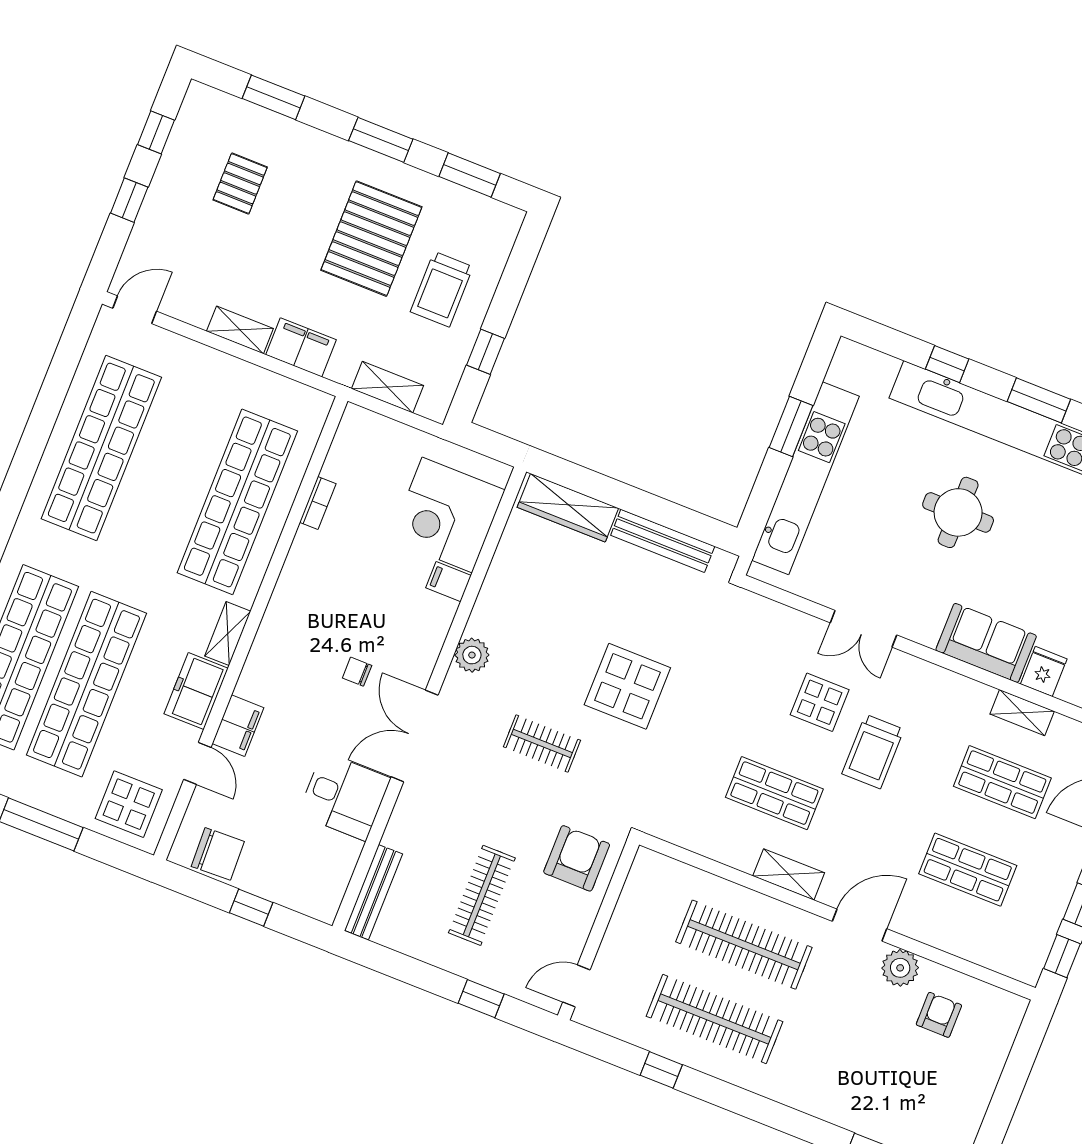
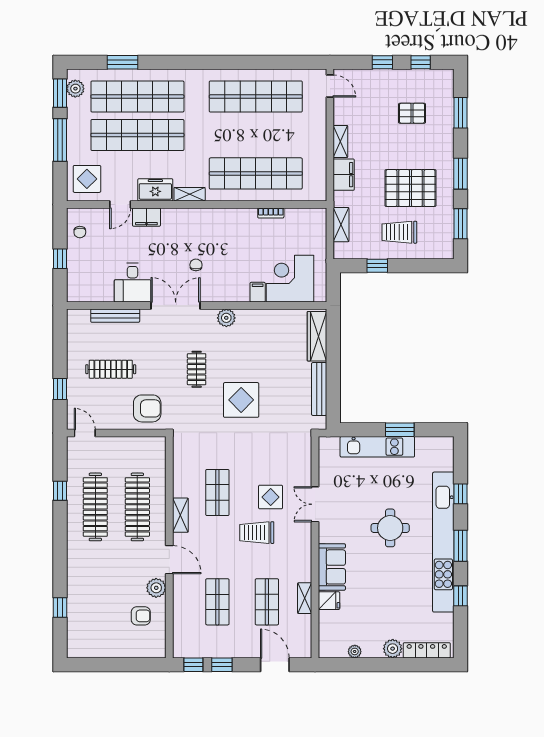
kitchen unit: (805, 478) -> (377, 447), width x0.73
chair: (218, 854) -> (80, 232), width x0.54, depth x0.54
bench: (373, 892) -> (115, 316), moved

